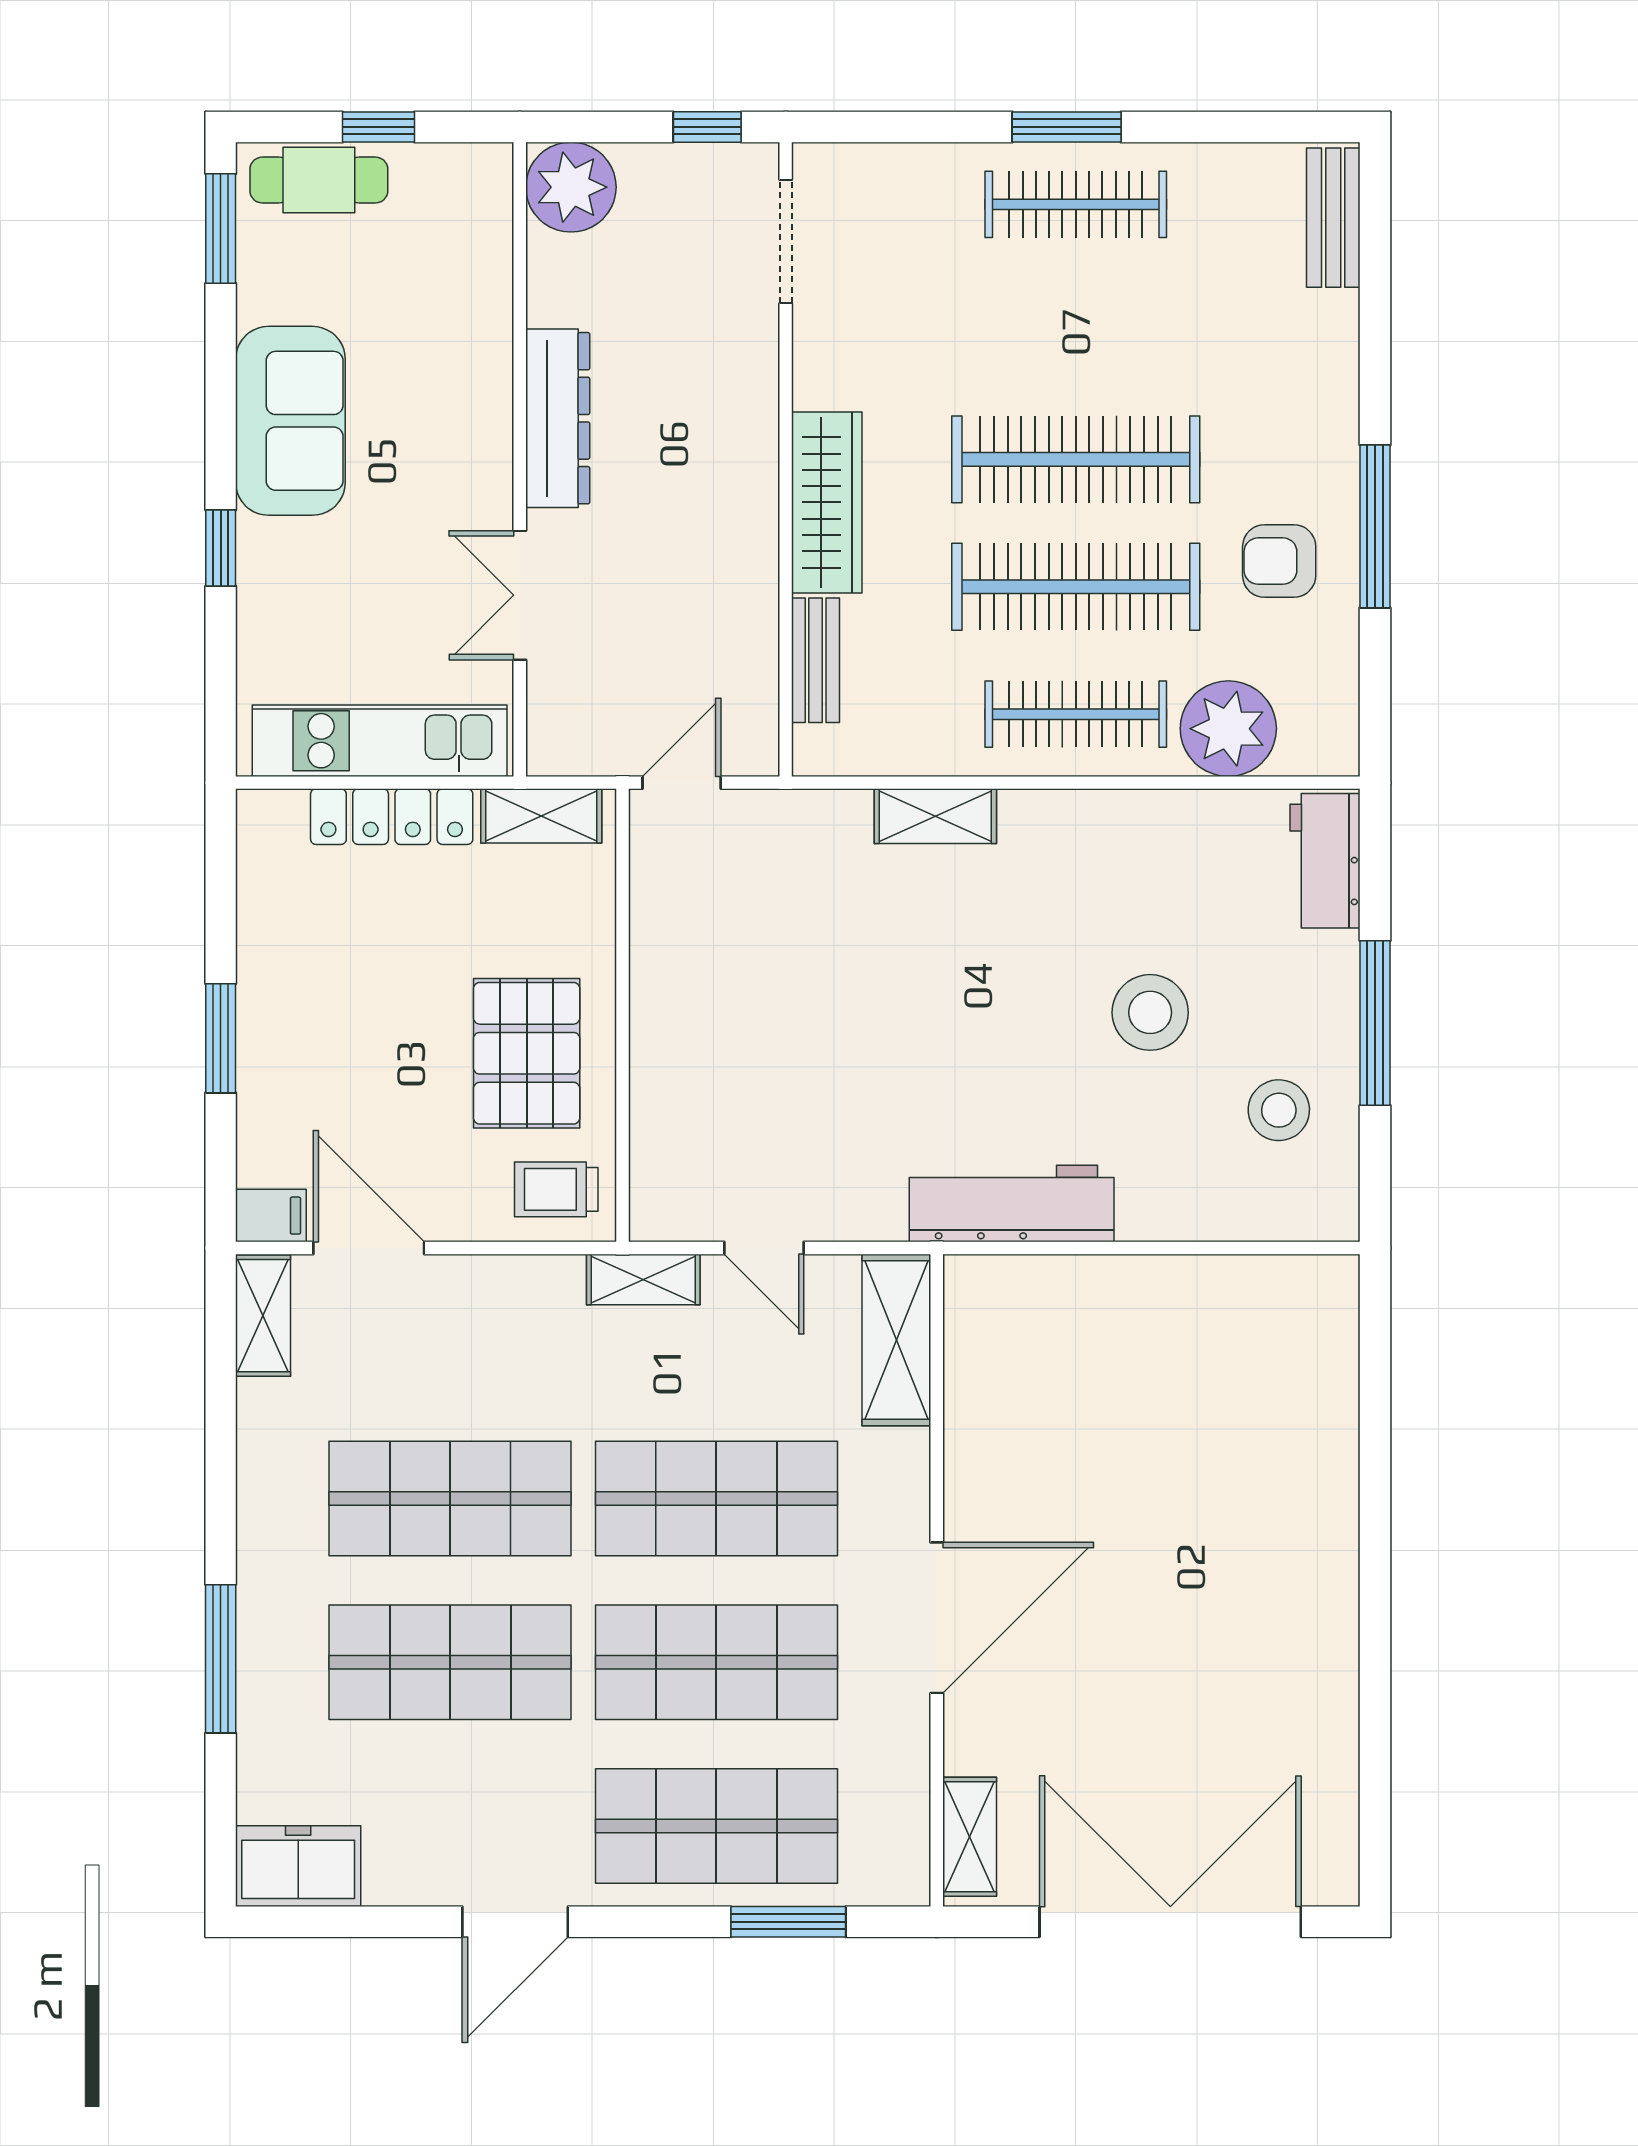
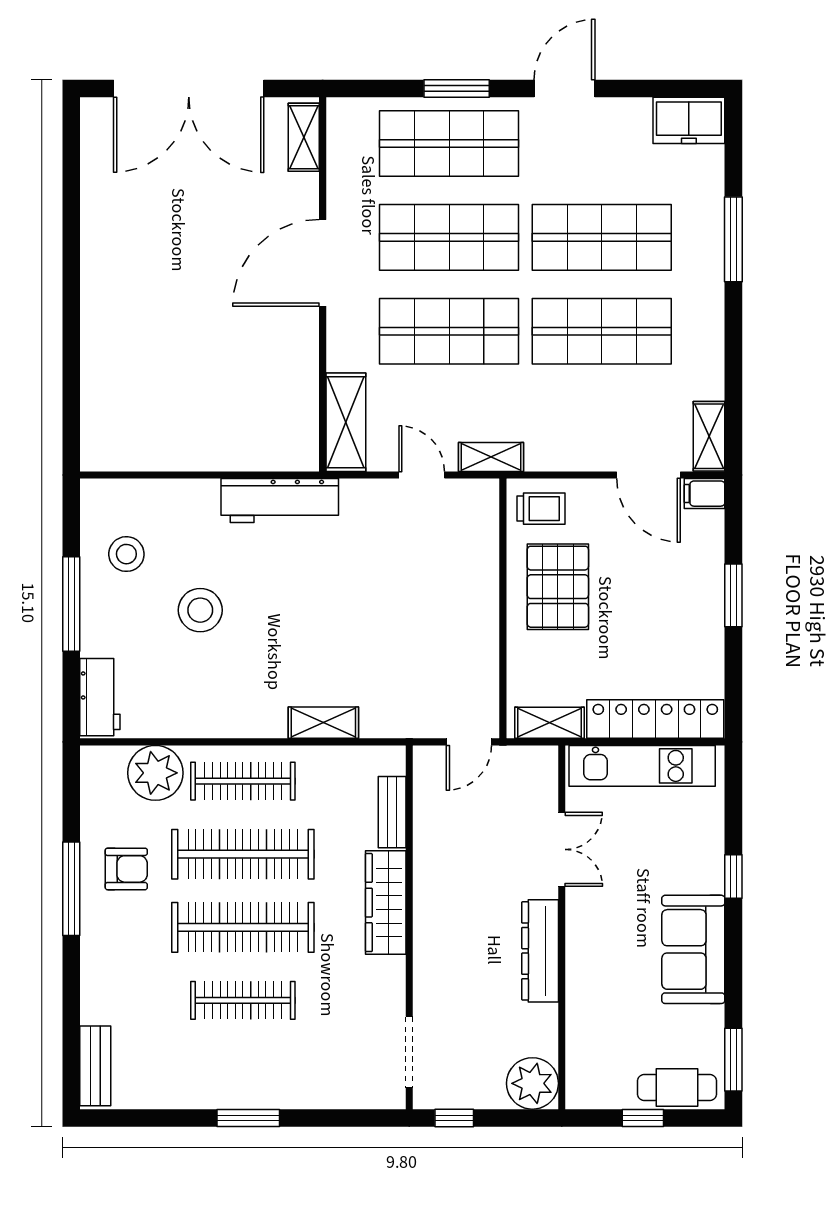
clothes rail: (1076, 204) -> (243, 1000), moved
locker: (392, 817) -> (655, 719), width x1.41, depth x1.21
window: (788, 1922) -> (457, 89), moved

